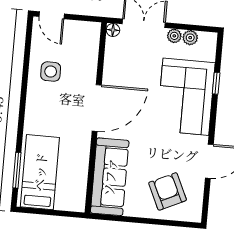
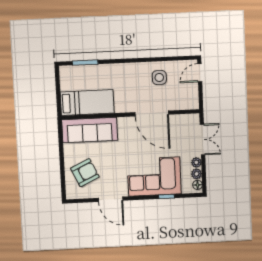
floor lamp: (113, 30) -> (198, 185), moved
door: (97, 108) -> (152, 113), moved
bed: (40, 172) -> (87, 103), moved

